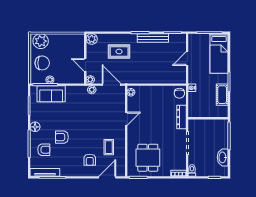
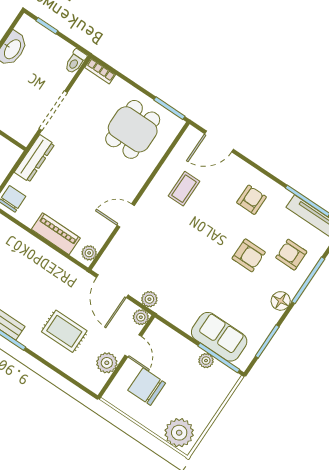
plant: (92, 39) -> (107, 363), moved
chair: (42, 63) -> (147, 387), moved
piano: (151, 91) -> (56, 234), added
armchair: (90, 160) -> (252, 200), moved

